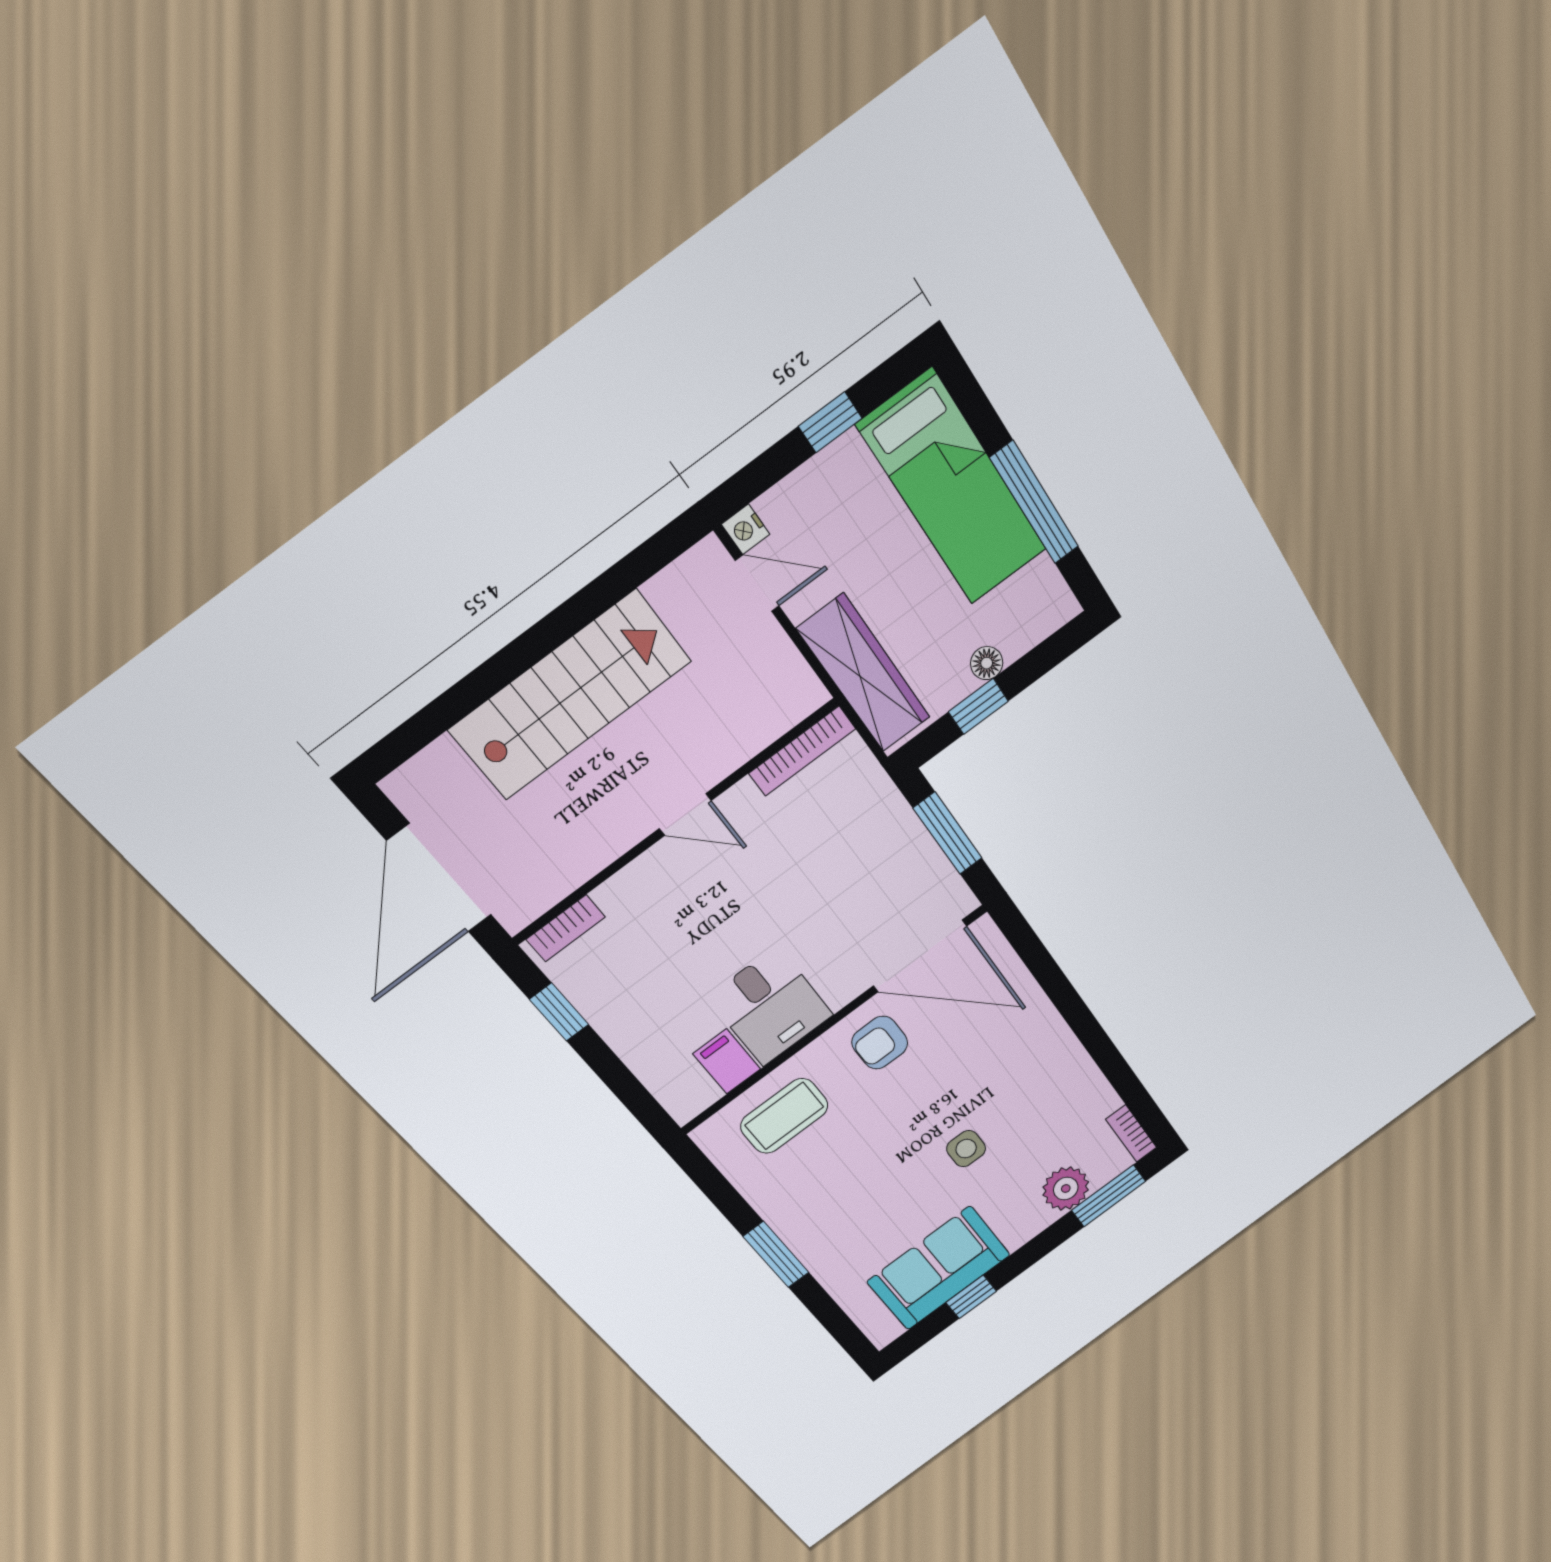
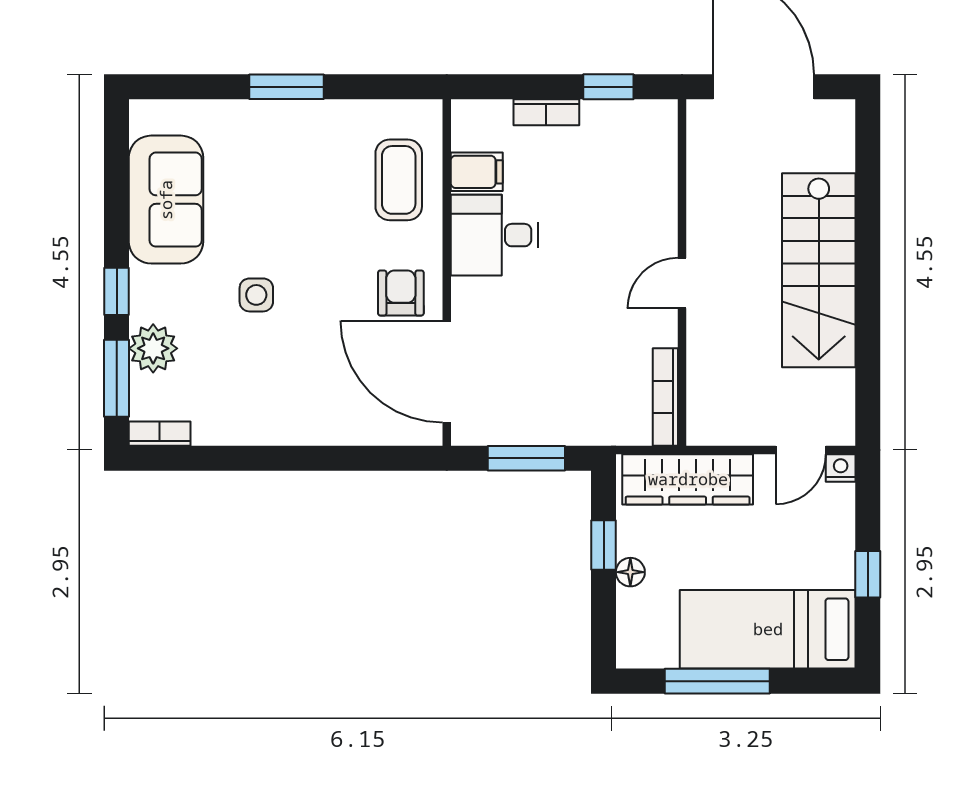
bookcase: (566, 928) -> (546, 112), moved, turned -90
door: (920, 956) -> (447, 372), hinge flipped
window: (971, 1297) -> (117, 291), moved

